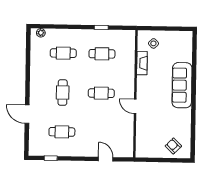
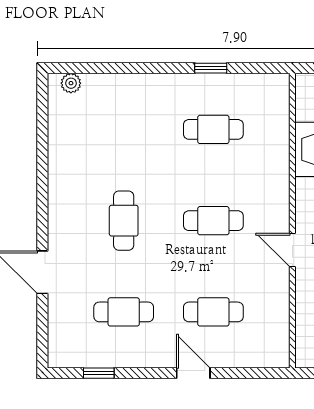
cafe table: (63, 53) -> (213, 312), moved
door: (106, 159) -> (193, 373), moved

